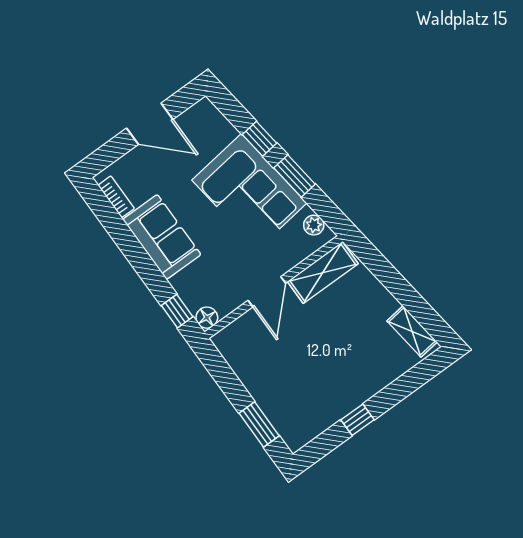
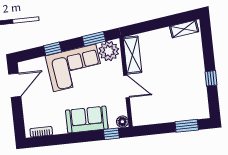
door: (150, 124) -> (15, 85), moved
window: (295, 176) -> (94, 39), moved
plant: (314, 225) -> (109, 51), width x1.87, depth x1.87
sofa: (162, 237) -> (87, 120), moved

